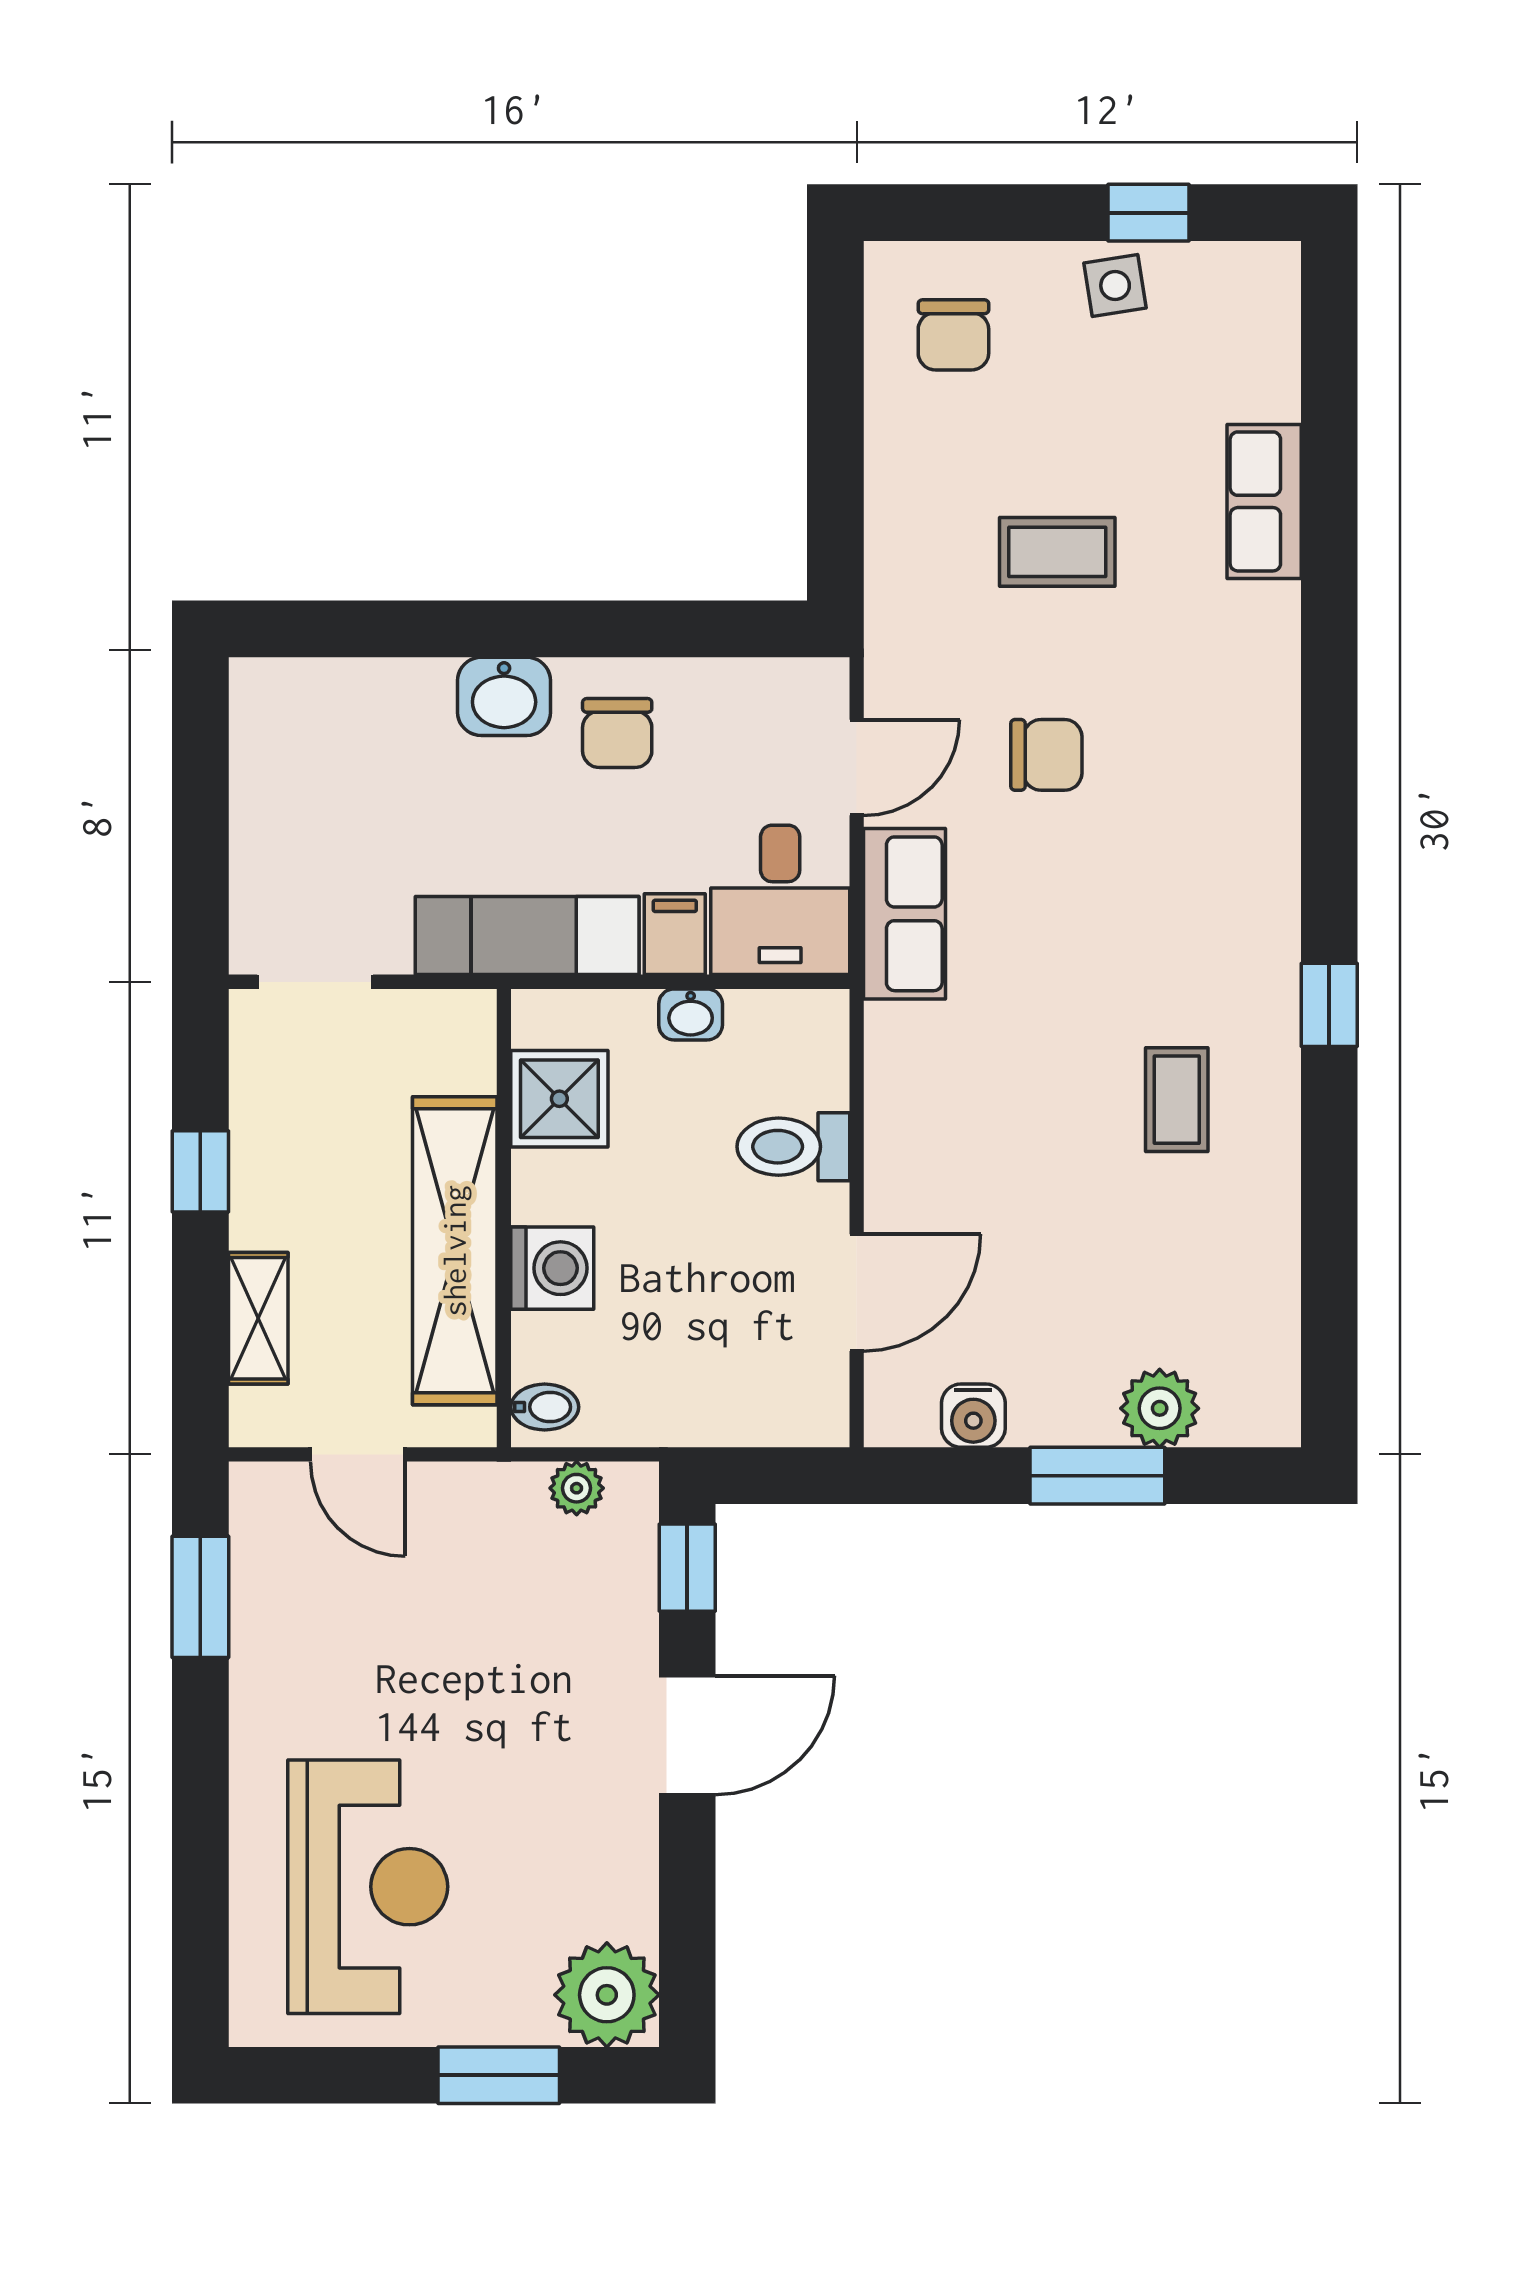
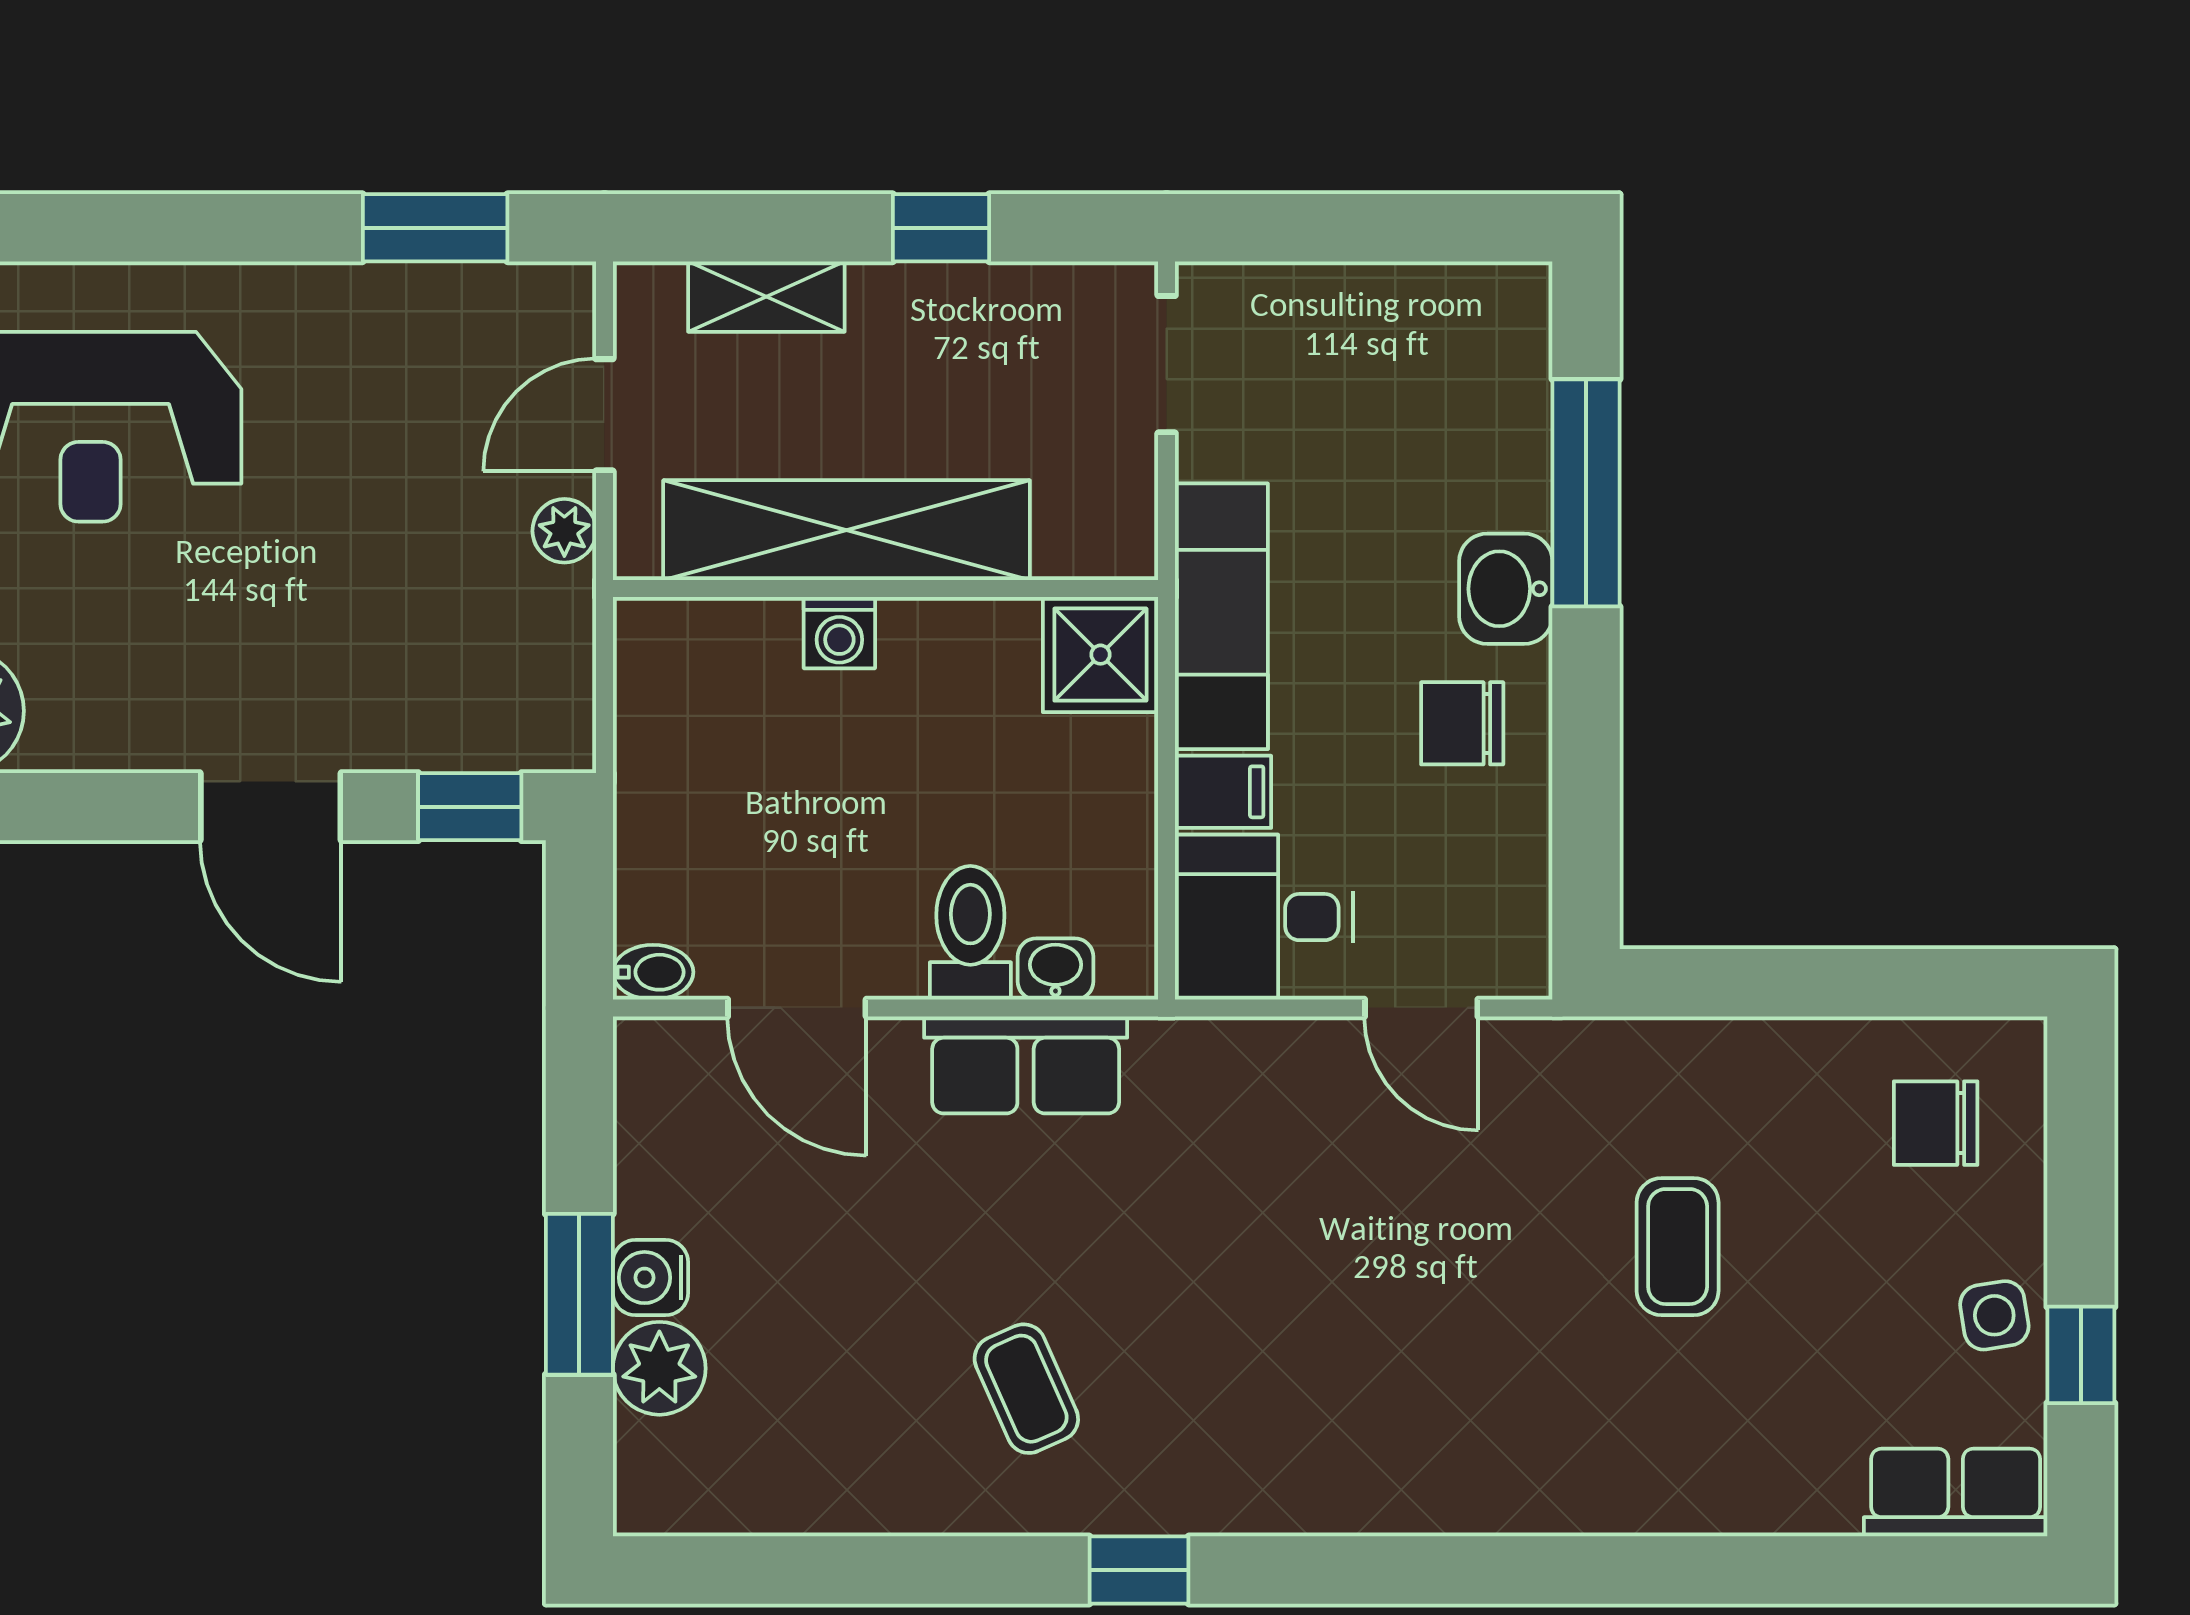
row of seats: (1264, 501) -> (1956, 1493), moved
window: (423, 629) -> (1586, 493), added
chair: (1046, 755) -> (1436, 1234), removed
row of seats: (904, 914) -> (1026, 1065), moved
washbasin: (691, 1014) -> (1055, 969), moved, turned 90
shower: (559, 1099) -> (1100, 655), moved
coffee table: (1177, 1100) -> (1026, 1389), turned 66
washing machine: (552, 1268) -> (839, 633), width x0.73, depth x0.73
bidet: (545, 1407) -> (653, 972), moved, turned -90
water cooler: (973, 1416) -> (651, 1278), moved
plant: (577, 1488) -> (564, 531), moved

